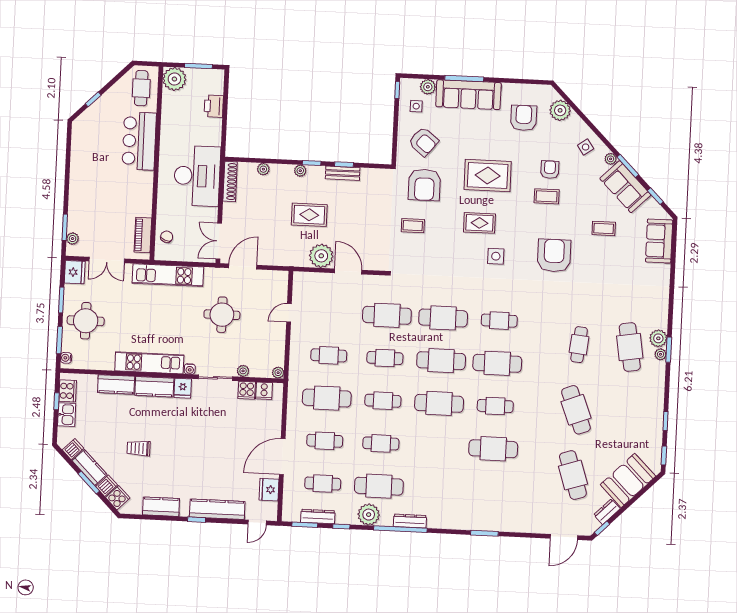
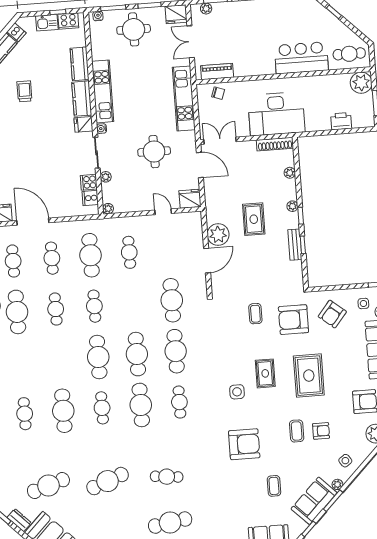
fridge: (278, 282) -> (190, 199), added
cafe table: (385, 358) -> (25, 414), moved

